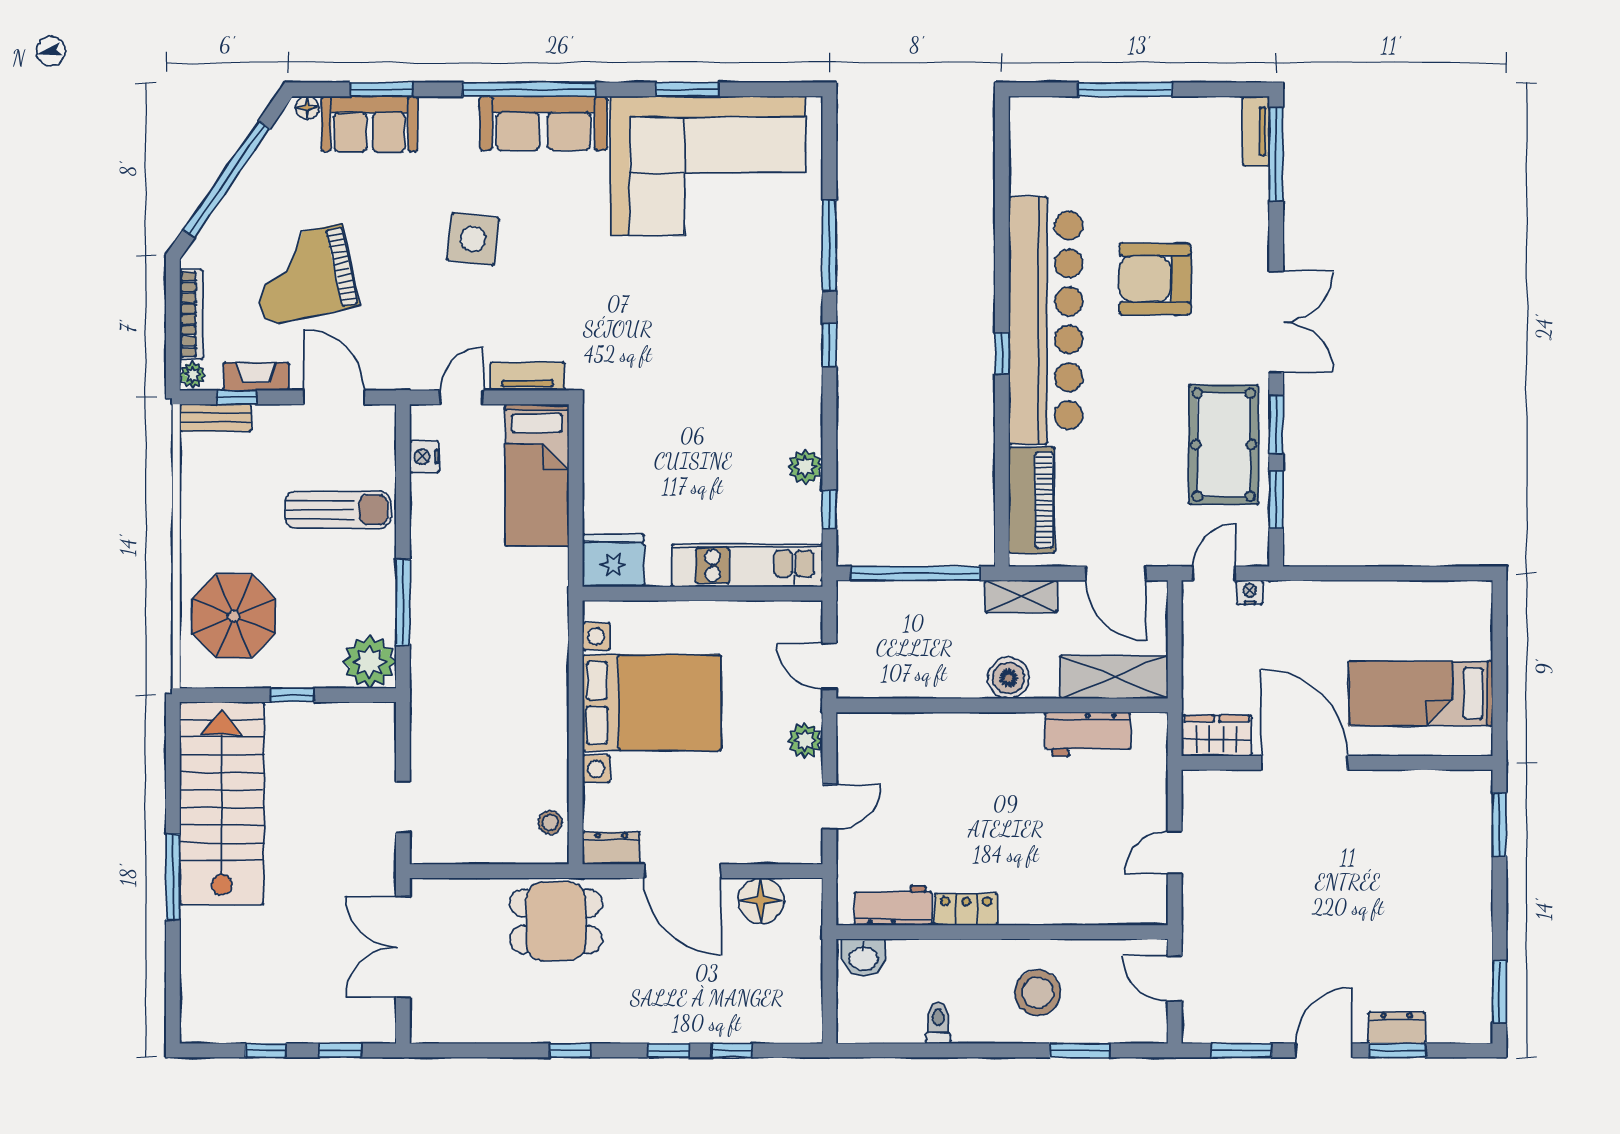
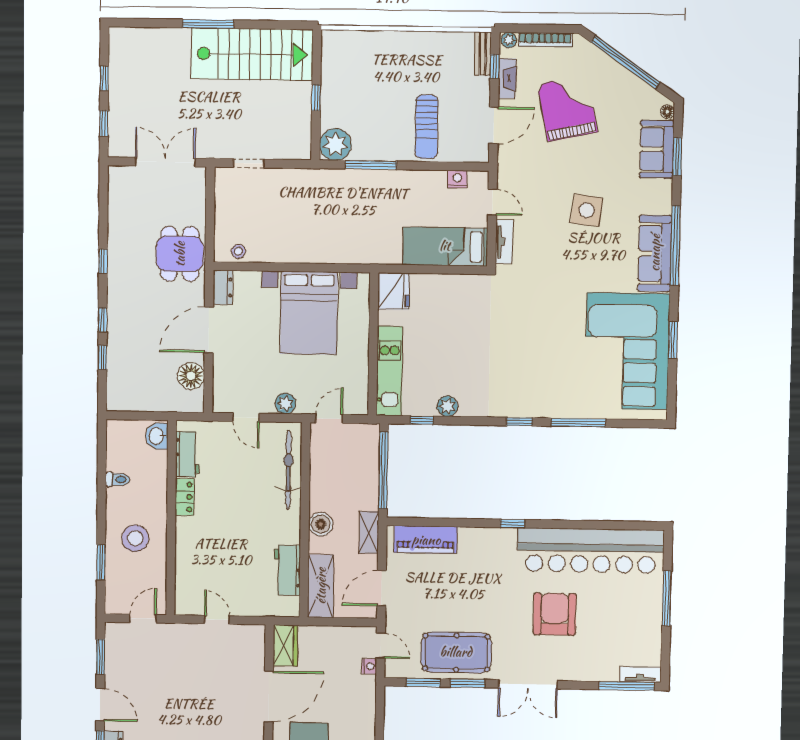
bar counter: (1046, 320) -> (591, 551), moved
parasol: (234, 616) -> (364, 63), removed
bicycle: (917, 734) -> (288, 470), added

